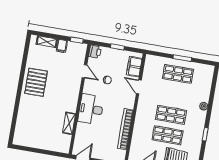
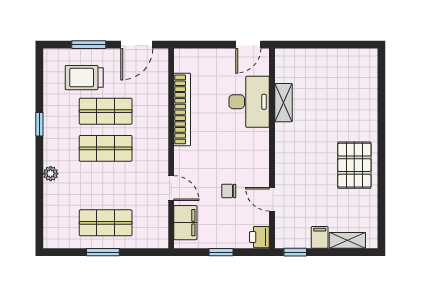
desk: (91, 109) -> (249, 102), moved

